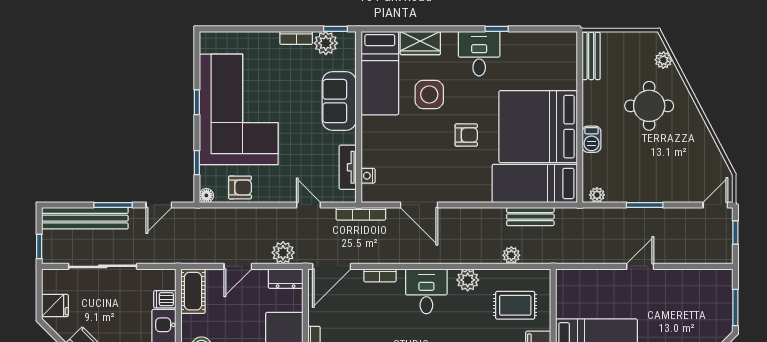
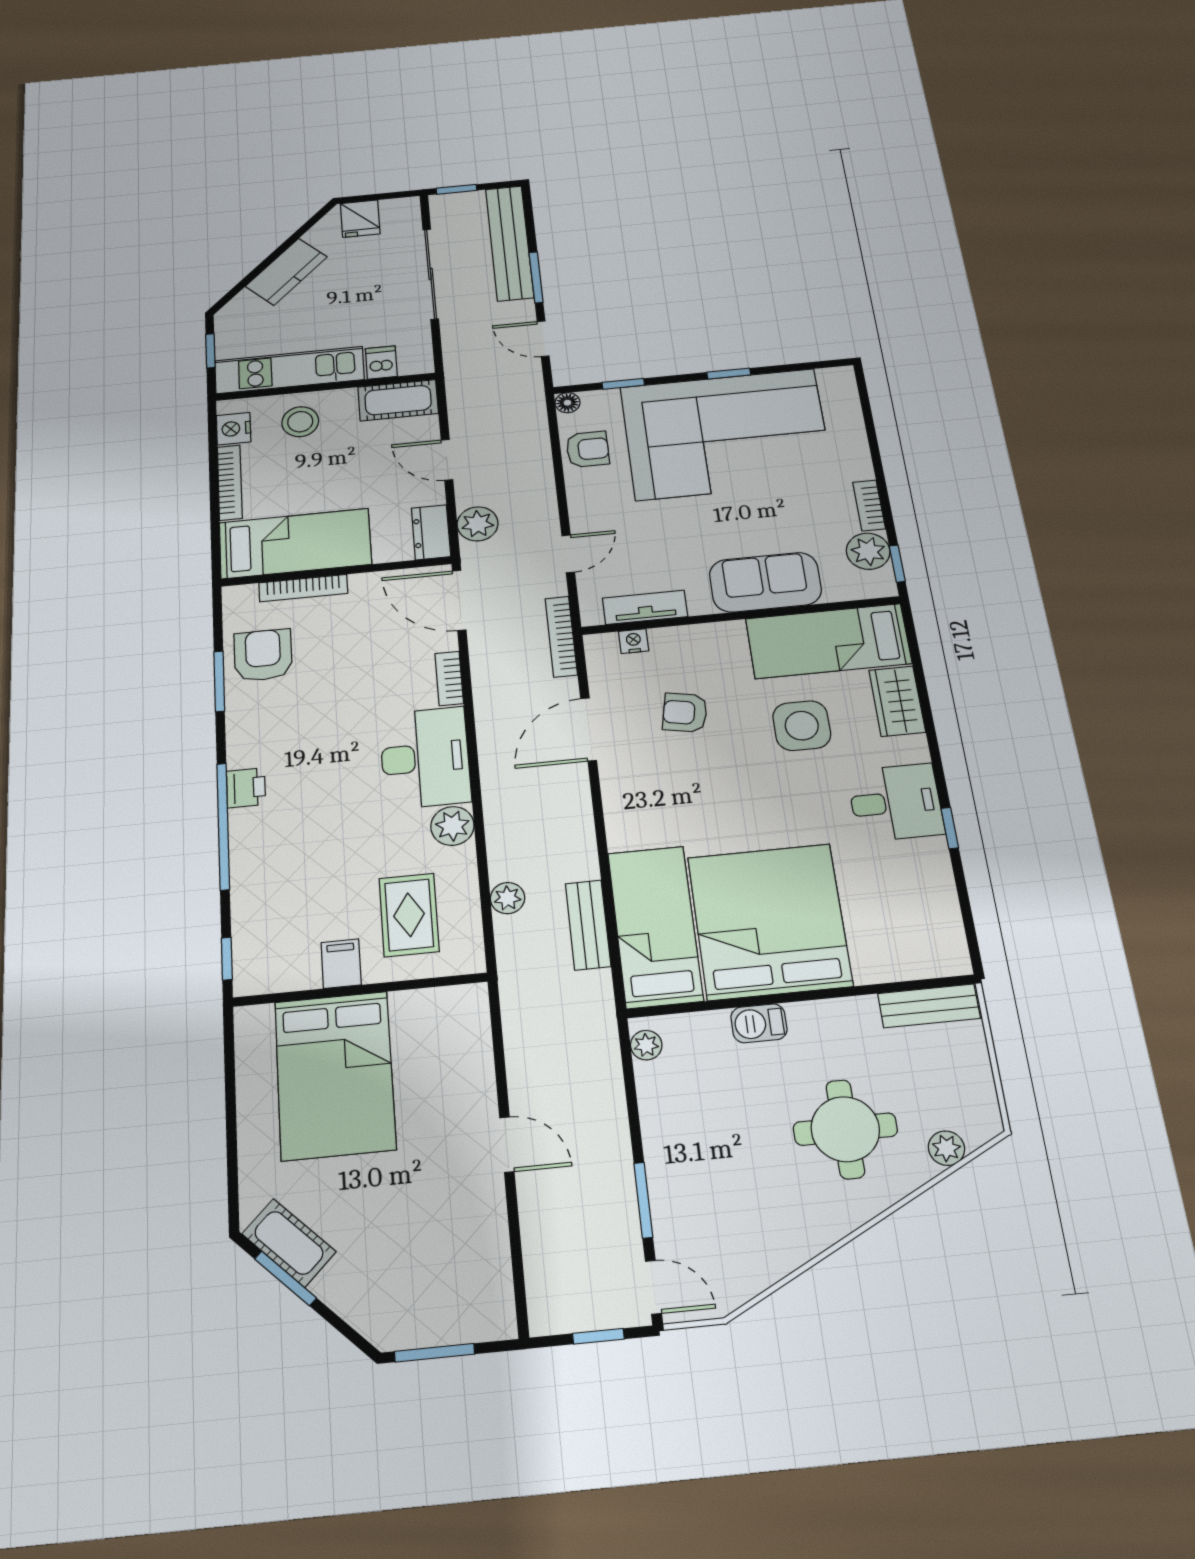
armchair: (466, 135) -> (685, 713), moved, turned 101
armchair: (240, 187) -> (588, 449), turned -90
window: (645, 205) -> (643, 1200), moved
desk: (426, 291) -> (425, 758), width x1.37

